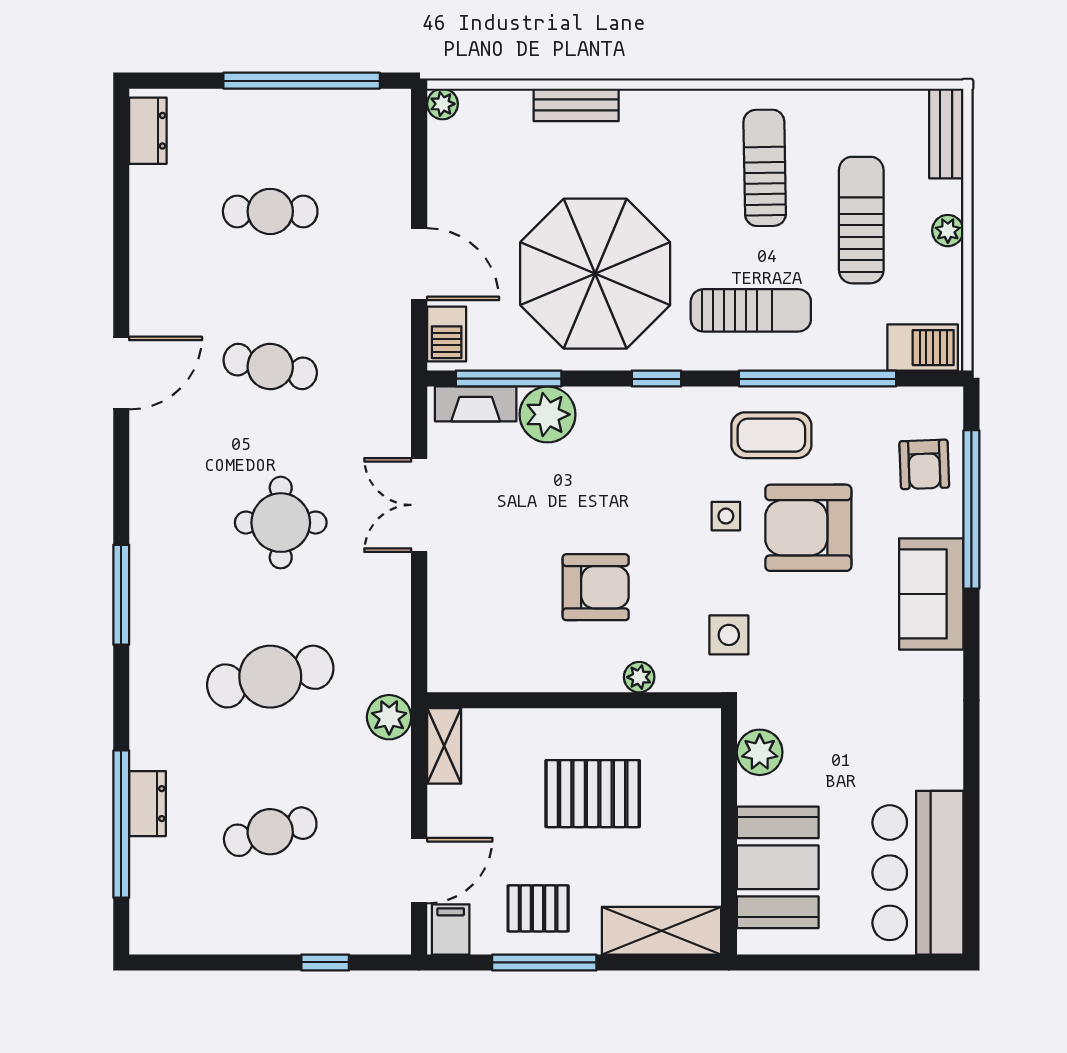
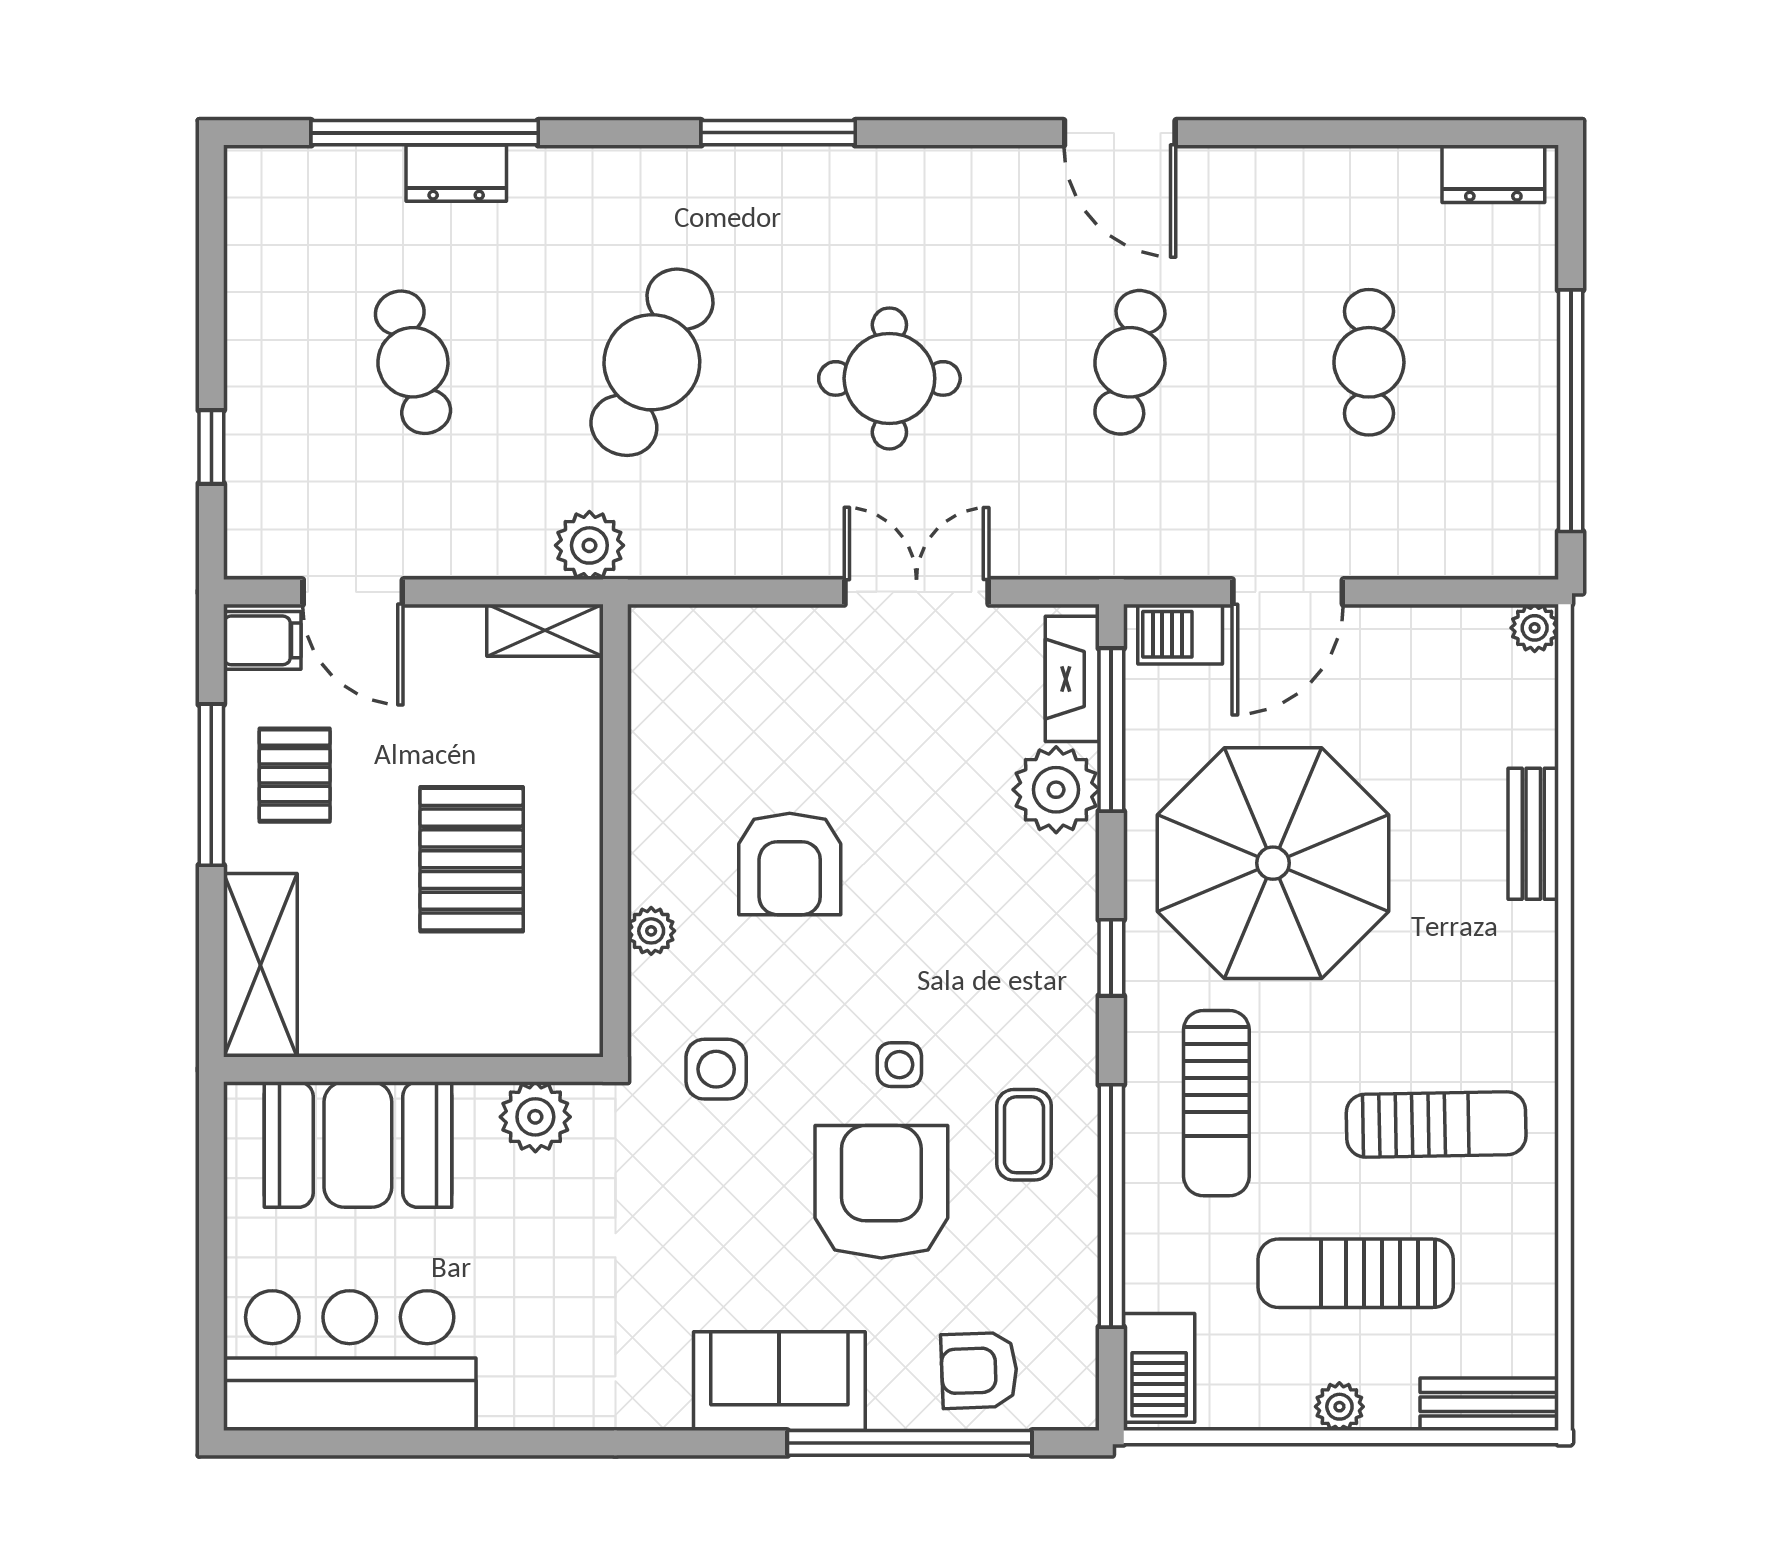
sun lounger: (861, 220) -> (1356, 1273), turned 180
coffee table: (771, 435) -> (1024, 1135), width x0.73, depth x0.77
cafe table: (270, 677) -> (652, 362), turned 36

